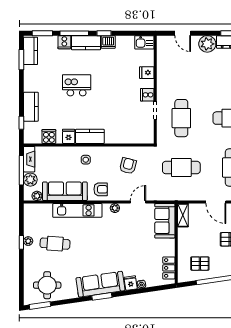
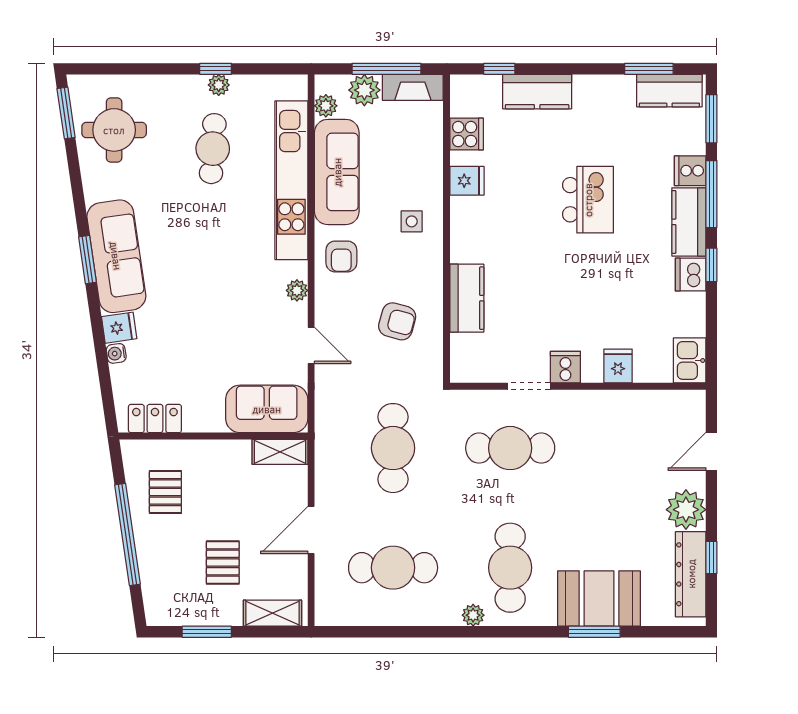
kitchen counter: (90, 136) -> (467, 298), moved
kitchen unit: (77, 210) -> (291, 180), width x1.36

